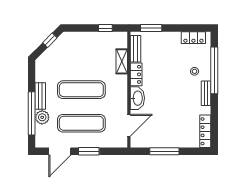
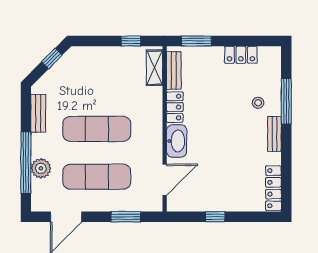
locker: (193, 38) -> (241, 55), moved
shelving: (122, 61) -> (154, 68), moved
window: (214, 70) -> (286, 101), width x0.68
bench: (40, 96) -> (38, 113), moved
window: (89, 151) -> (126, 217), moved
window: (164, 151) -> (215, 217), width x0.46

